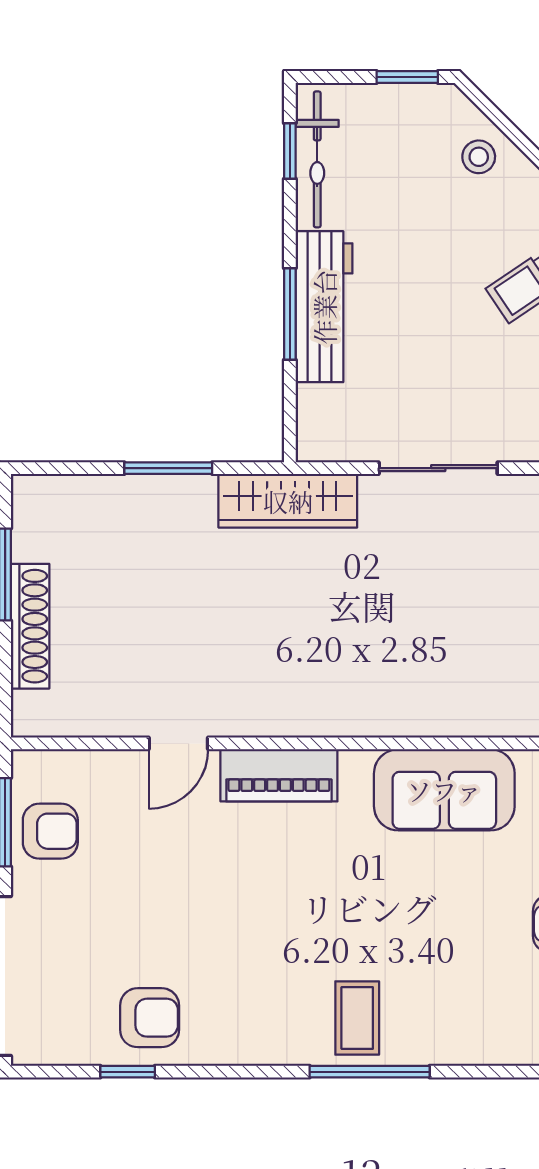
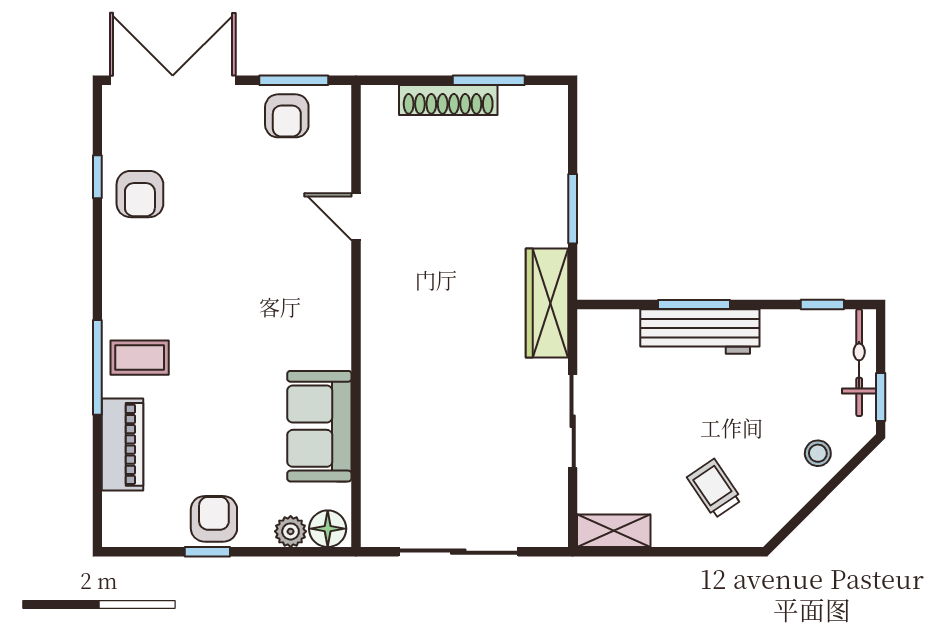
bicycle: (317, 159) -> (859, 363), moved, turned 90
piano: (279, 775) -> (123, 444), moved, turned 180

